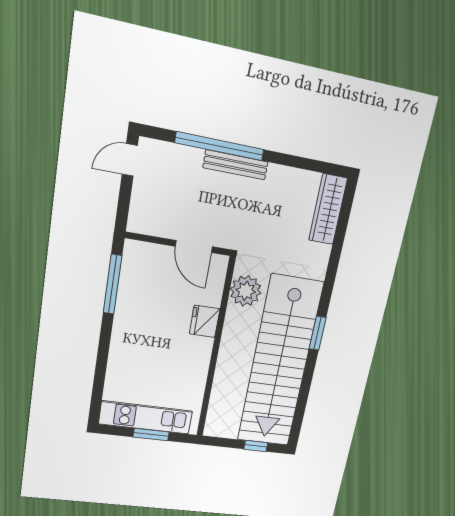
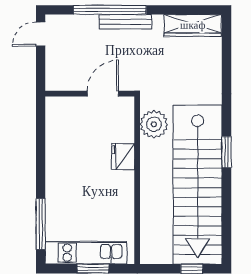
wardrobe: (328, 209) -> (193, 25), moved, turned -90
door: (194, 247) -> (103, 94), swing flipped
window: (112, 284) -> (41, 224), moved

